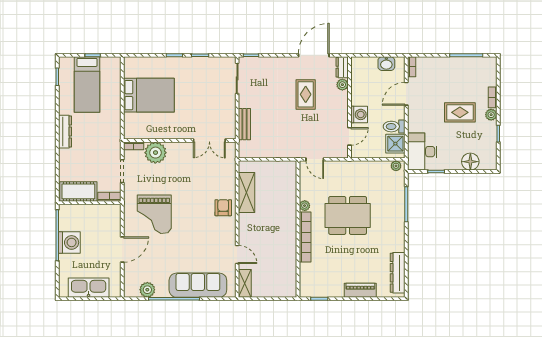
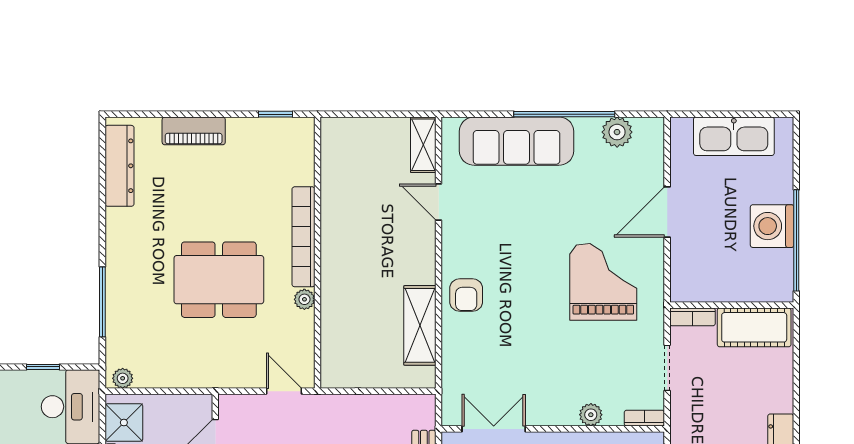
plant: (155, 153) -> (591, 415), width x0.53, depth x0.53

